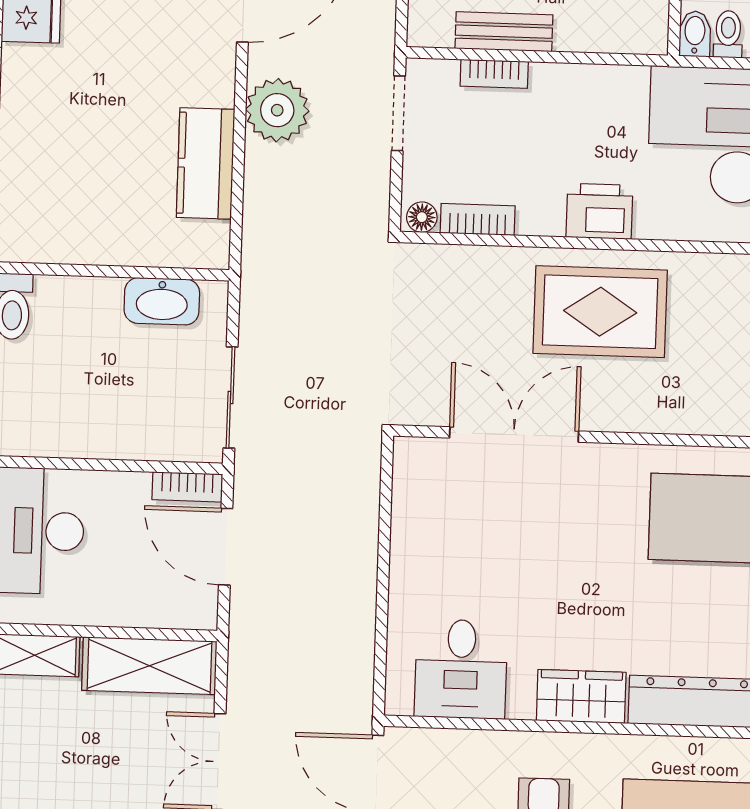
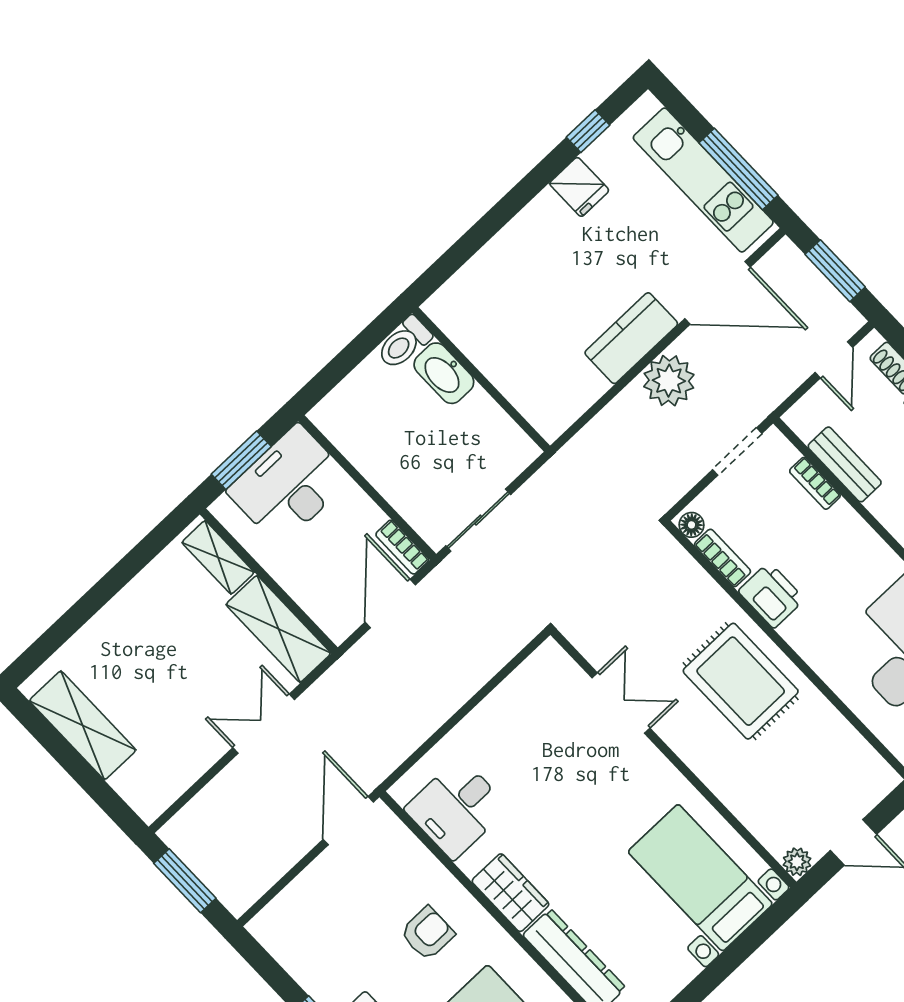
kitchen counter: (206, 163) -> (631, 338), moved
printer: (599, 211) -> (771, 595), moved
washbasin: (162, 301) -> (444, 373), moved
double door: (514, 434) -> (621, 703), width x0.73

